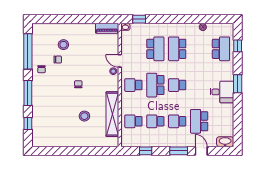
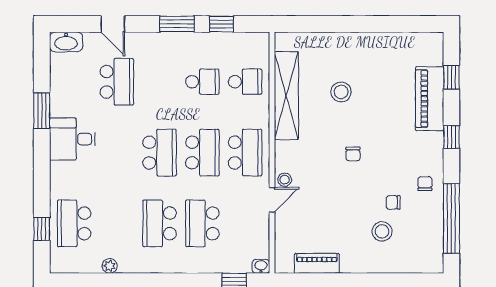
piano: (107, 28) -> (317, 263), moved
school desk: (177, 49) -> (160, 223), turned 180
door: (120, 61) -> (272, 200), hinge flipped
window: (238, 84) -> (42, 111), moved
school desk: (133, 85) -> (245, 153), width x1.85
school desk: (177, 85) -> (160, 153), width x1.85
window: (28, 93) -> (451, 137), width x0.46
piano: (39, 113) -> (430, 99), added
school desk: (177, 121) -> (160, 82), removed
window: (179, 151) -> (177, 24), moved

